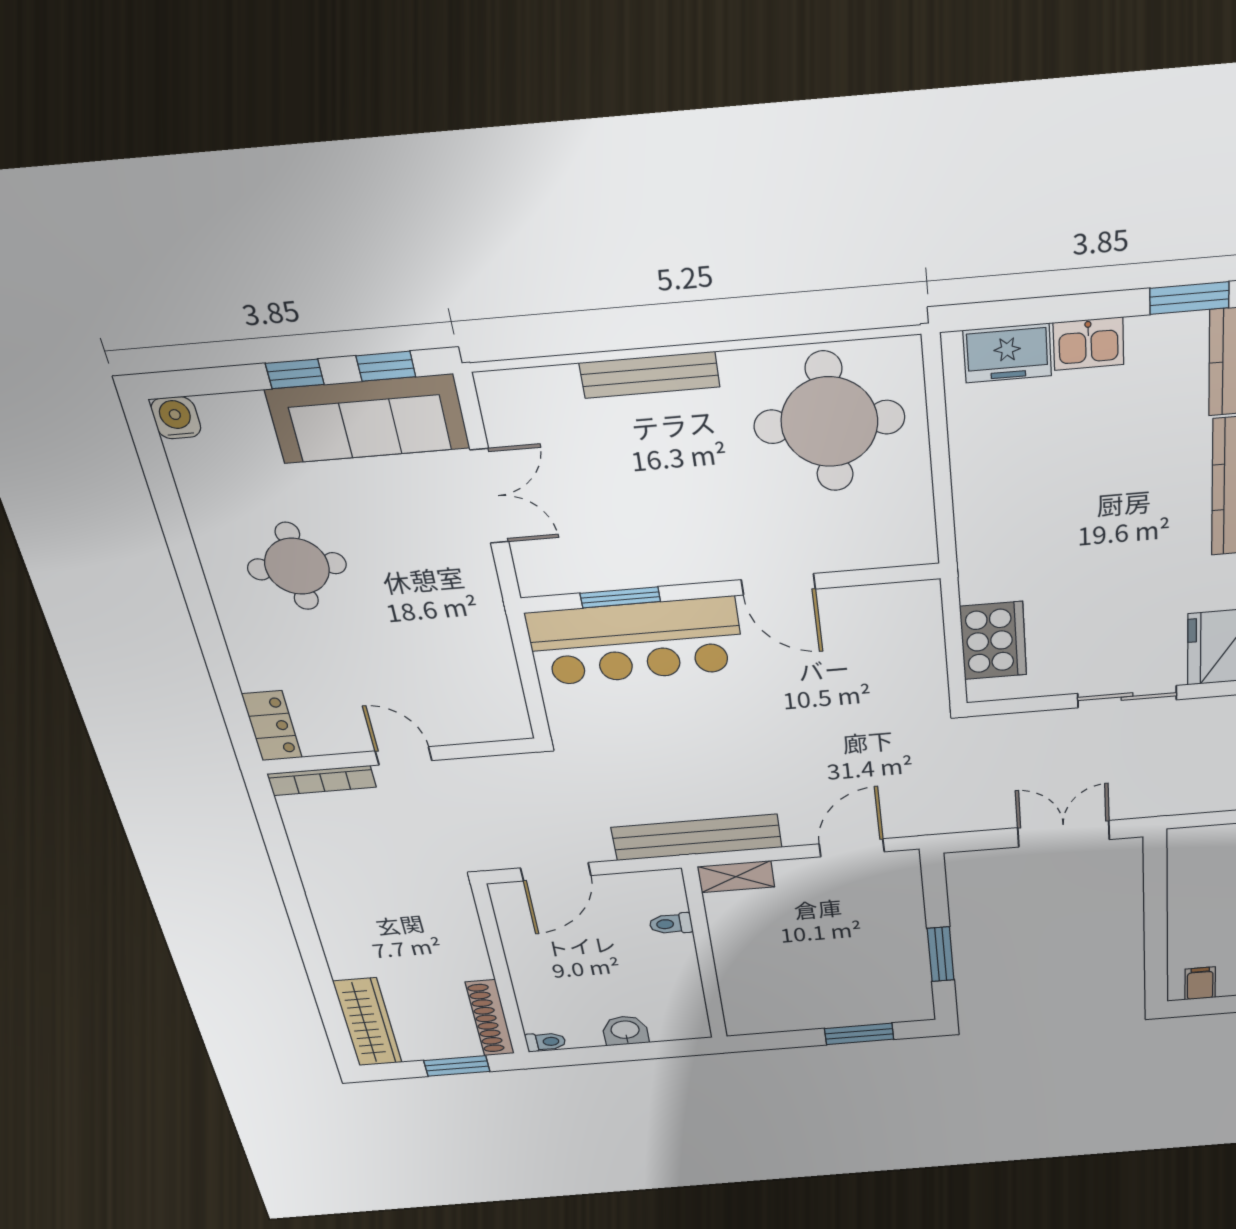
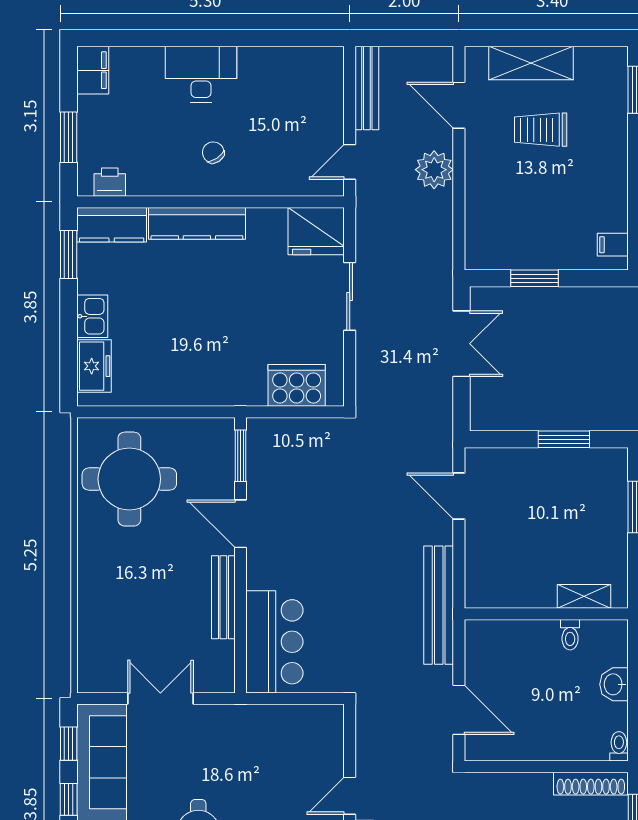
bench: (650, 375) -> (223, 597), moved
door: (778, 584) -> (241, 524), swing flipped
window: (620, 597) -> (241, 456), moved
bar counter: (636, 641) -> (274, 642), width x0.73
double door: (1064, 834) -> (462, 344), swing flipped
shelving: (736, 877) -> (584, 596), moved, turned 90
window: (1155, 906) -> (535, 278), added
toilet: (671, 924) -> (570, 635), moved

